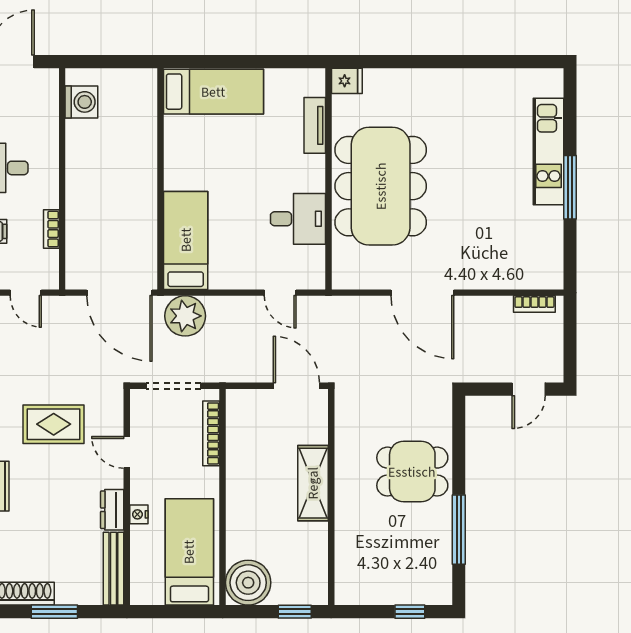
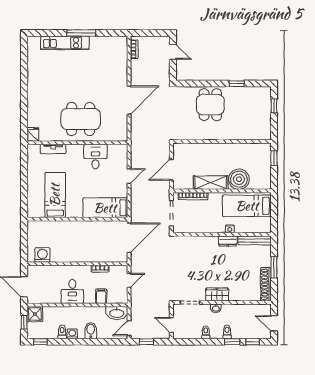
bed: (213, 92) -> (55, 195), moved
dining table: (381, 186) -> (81, 119), width x0.73, depth x0.80
door: (280, 293) -> (129, 176), moved
plant: (185, 316) -> (140, 208), removed
door: (296, 386) -> (171, 170), moved
rug: (54, 424) -> (189, 268), removed
door: (127, 452) -> (202, 234), removed
shelving: (313, 483) -> (211, 183), moved
window: (459, 530) -> (237, 84), width x0.46
boiler: (248, 583) -> (239, 179), moved

